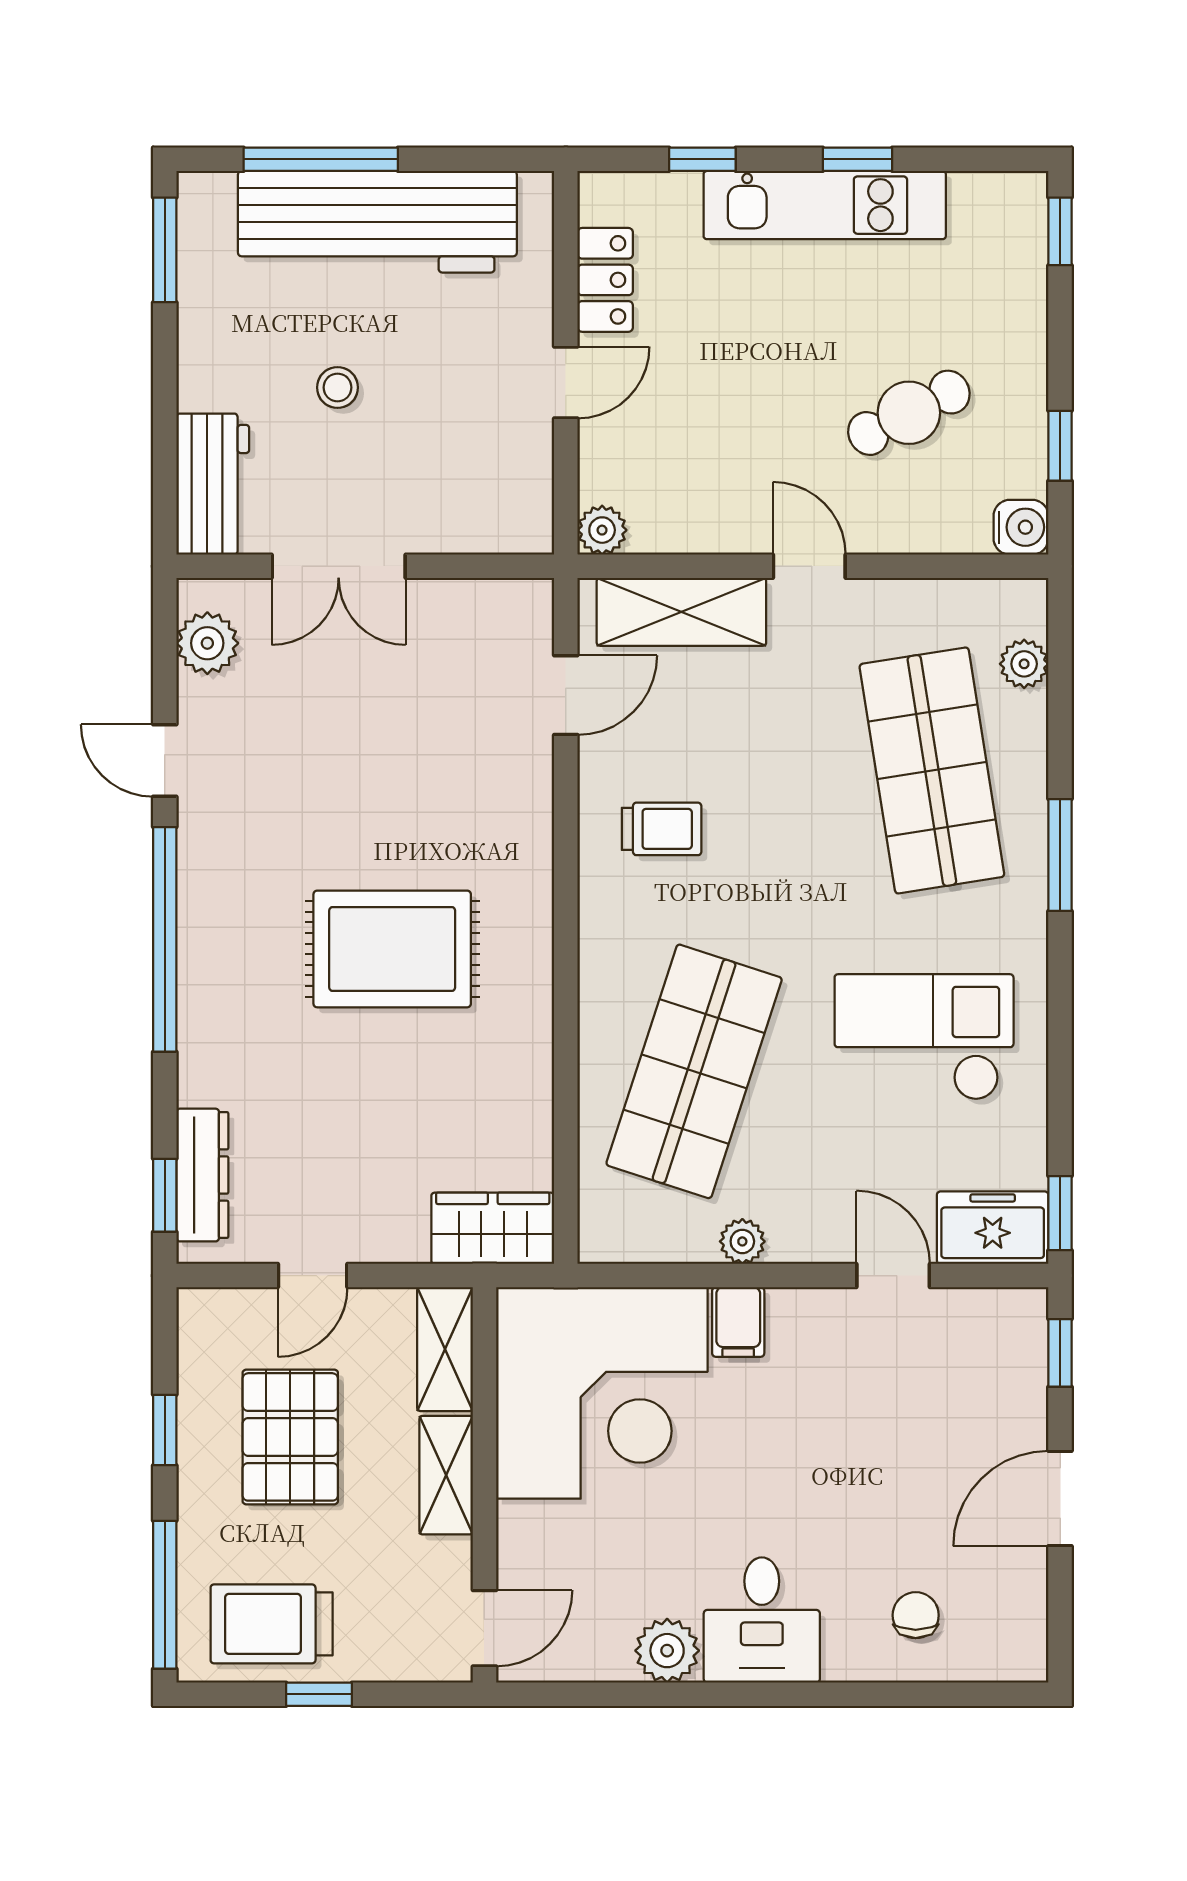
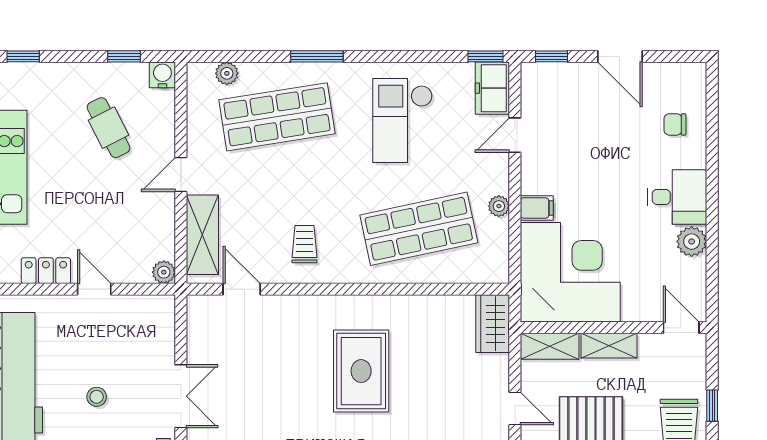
shop shelf: (694, 1071) -> (419, 229), turned -30

